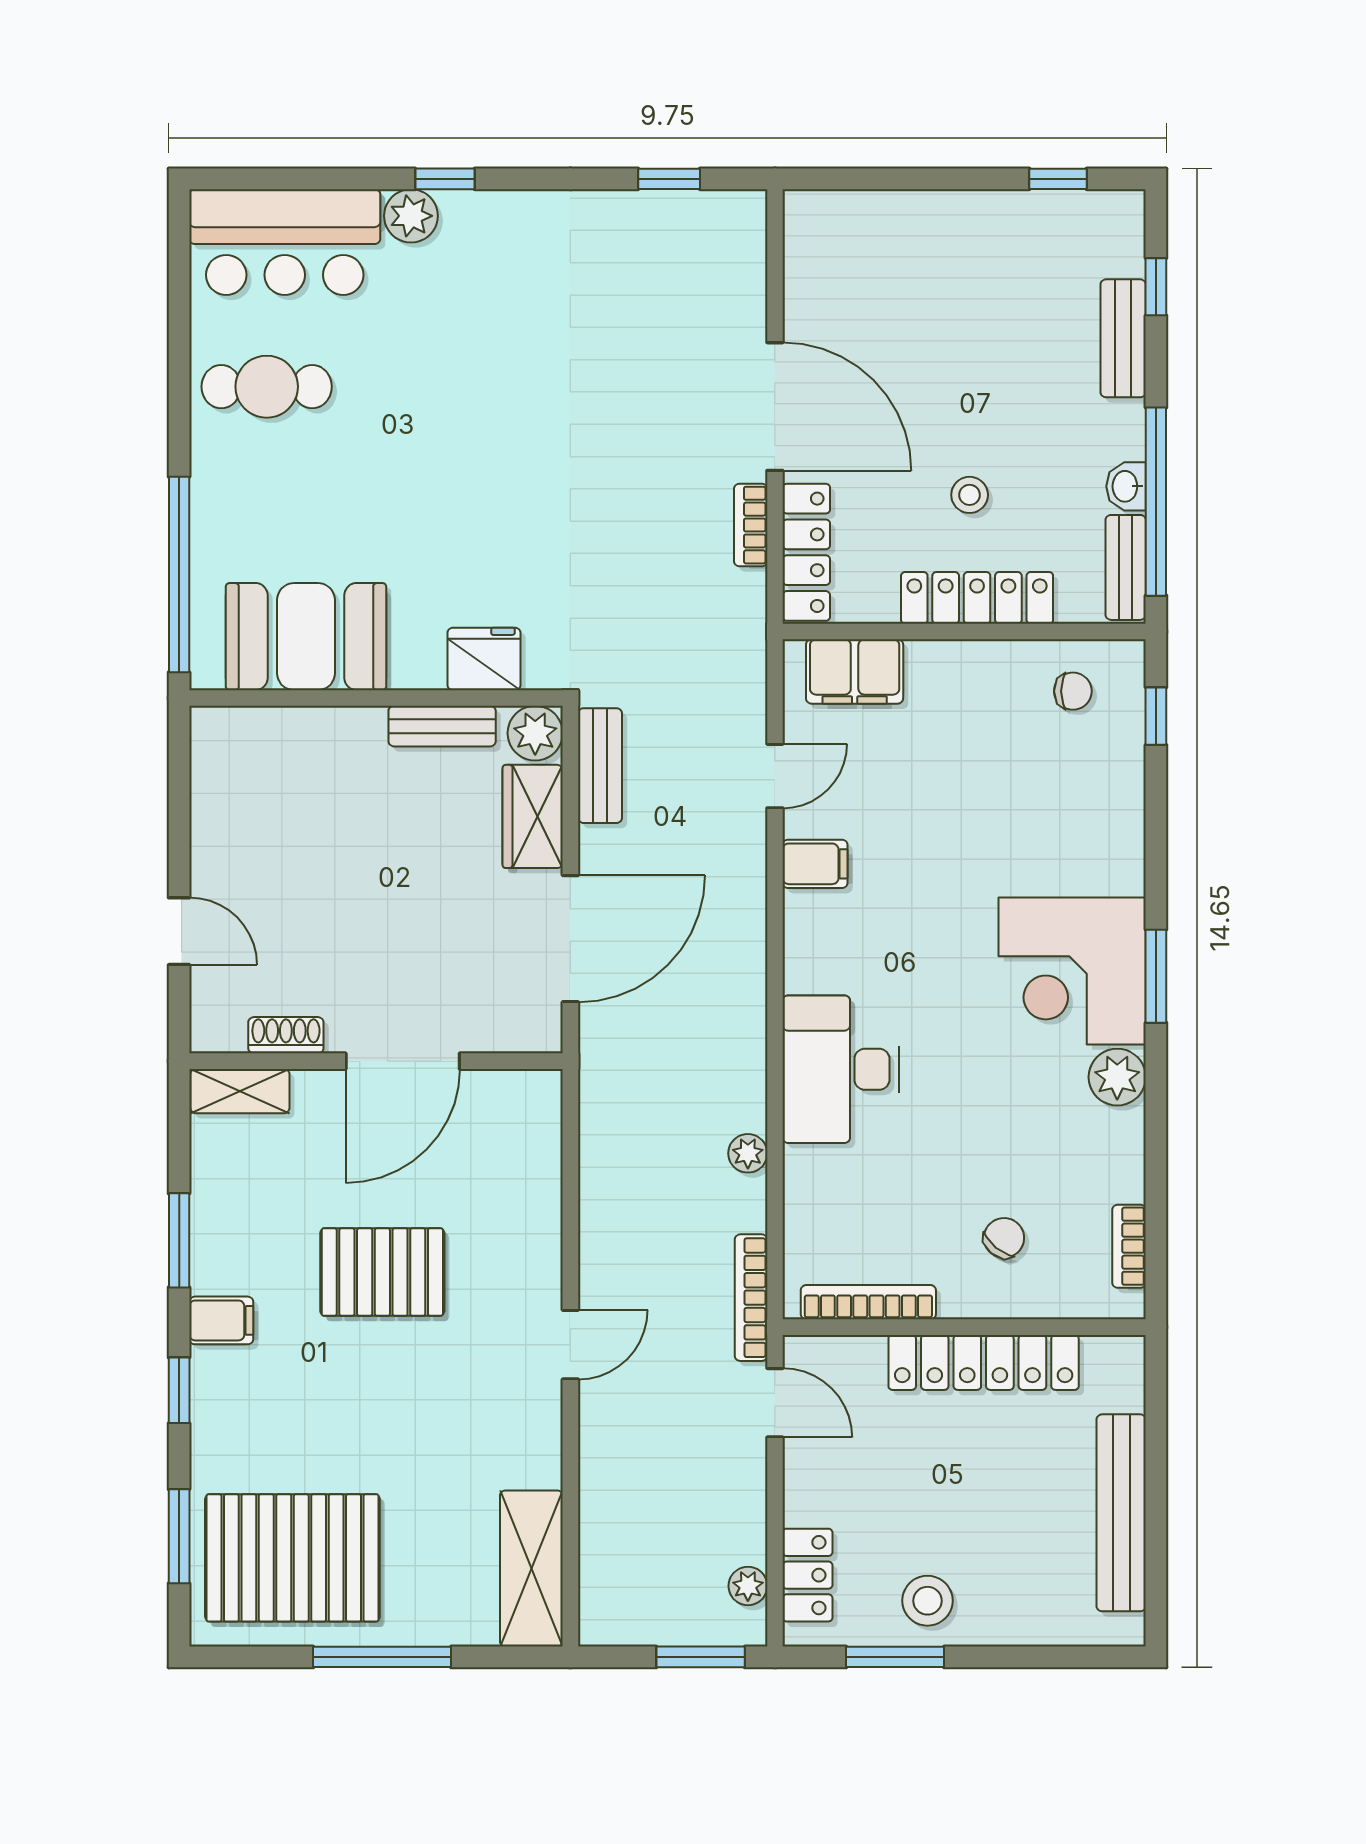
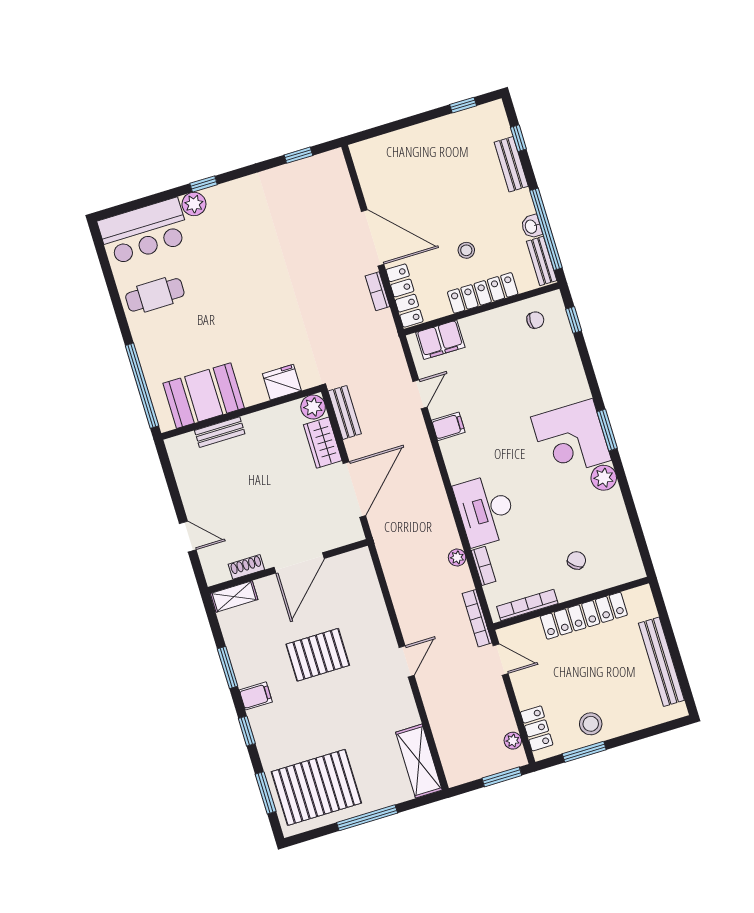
bench: (442, 726) -> (220, 432), moved
bookcase: (1129, 1246) -> (483, 566), moved, turned 180

